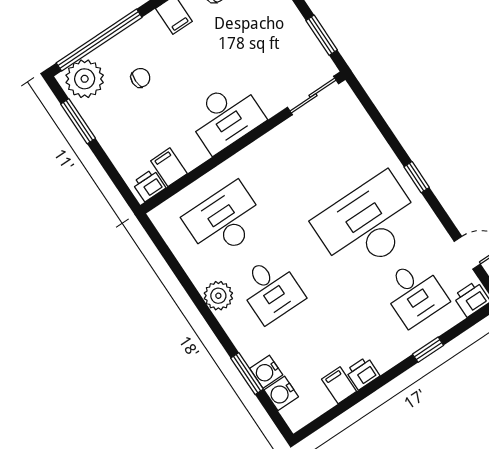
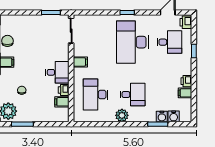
desk: (226, 117) -> (57, 72), width x0.73
filing cabinet: (266, 152) -> (80, 62), added
printer: (149, 185) -> (64, 90), moved

